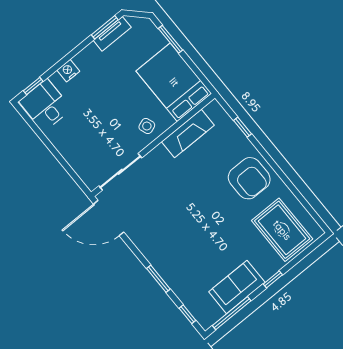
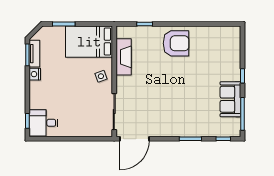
nightstand: (68, 71) -> (35, 74), moved
rug: (282, 230) -> (219, 48), removed

